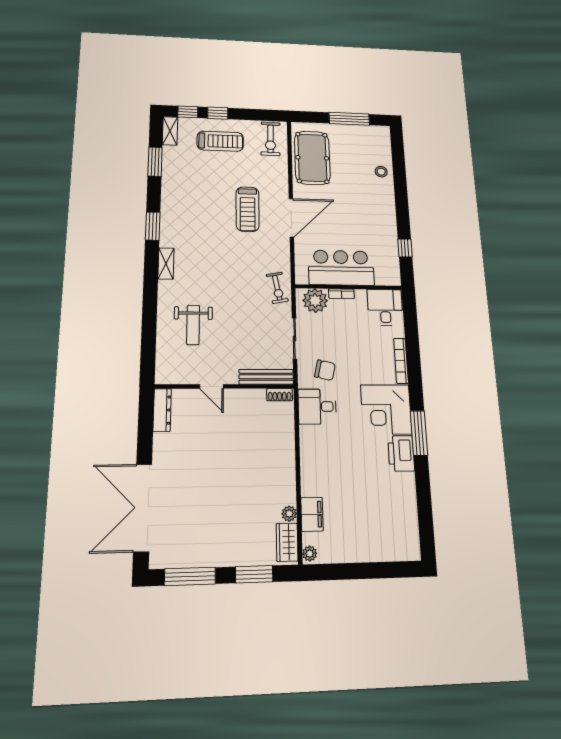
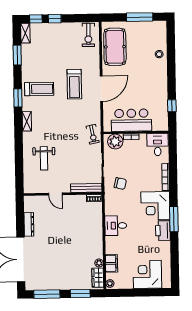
treadmill: (220, 141) -> (39, 89), moved
desk: (317, 407) -> (116, 226), moved
dresser: (162, 410) -> (29, 224), moved
corner desk: (378, 535) -> (147, 274), added

